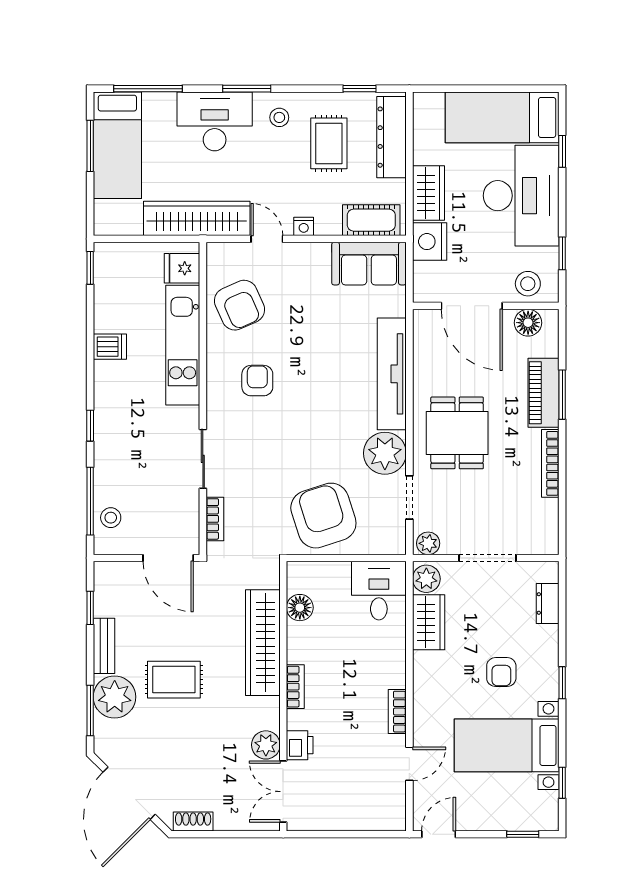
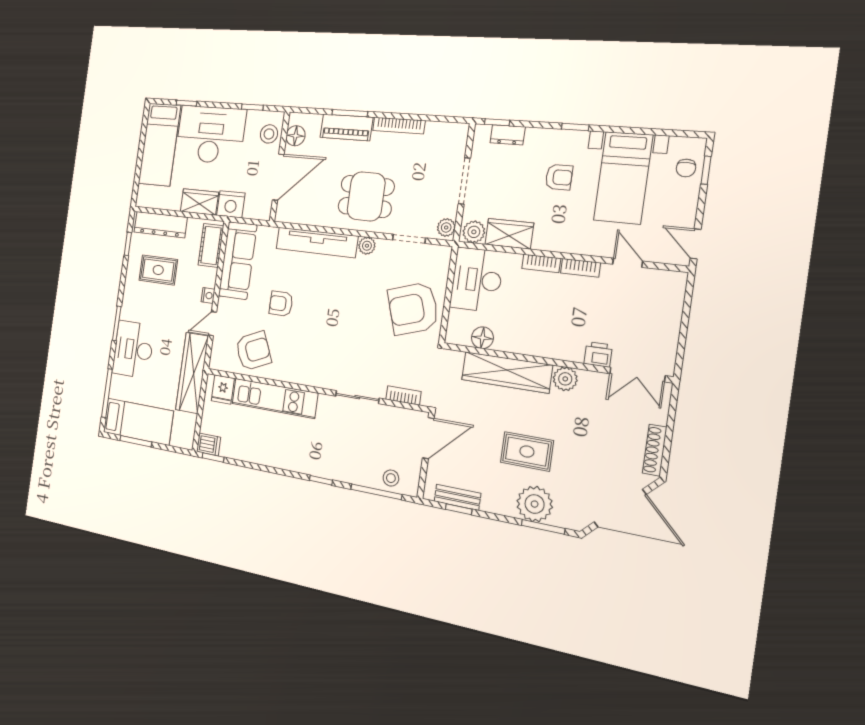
stool: (279, 117) -> (137, 303), removed
sofa: (369, 264) -> (238, 260), width x1.36
dishwasher: (110, 347) -> (209, 444), moved, turned 90
armchair: (257, 381) -> (281, 304), moved
plant: (385, 453) -> (367, 246), width x0.53, depth x0.53
desk: (379, 591) -> (477, 280), width x1.37
bench: (104, 646) -> (457, 497), moved
rug: (174, 680) -> (527, 451), turned 90
bookcase: (295, 687) -> (541, 263), moved, turned 180
plant: (266, 745) -> (565, 379), moved
window: (562, 783) -> (497, 122), moved
chair: (523, 813) -> (686, 168), added
shoe rack: (193, 821) -> (655, 450), width x1.43

